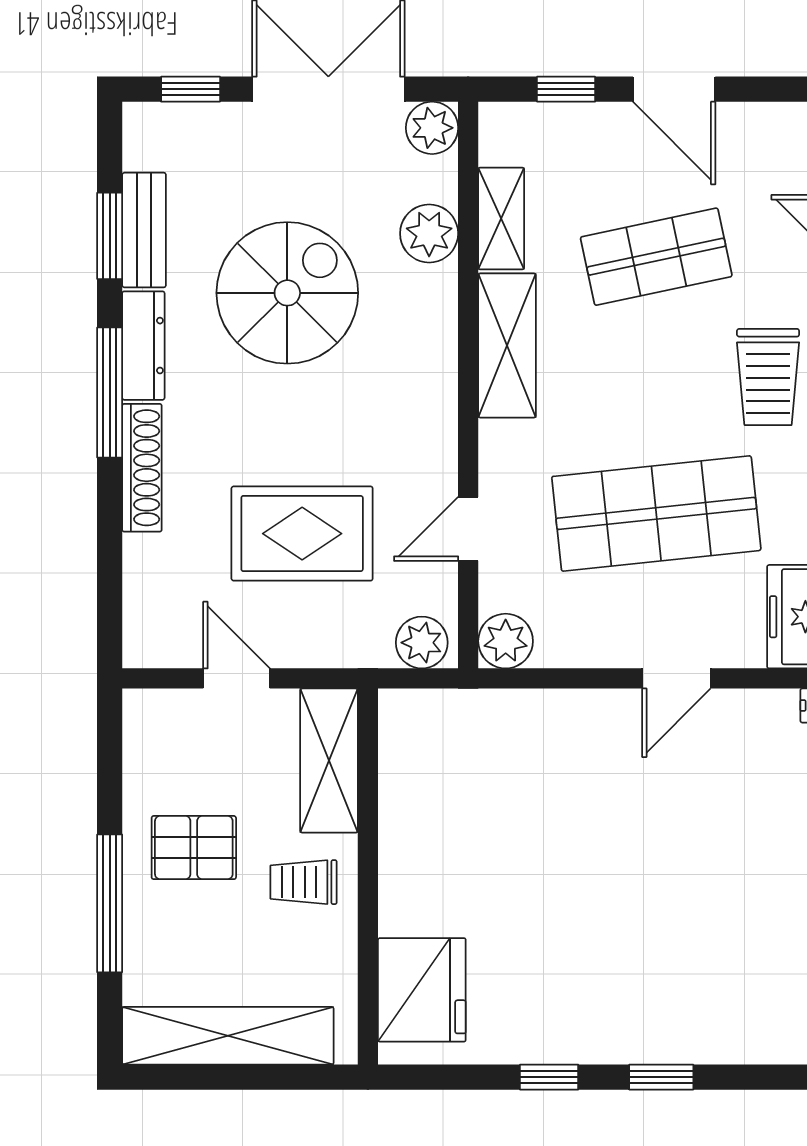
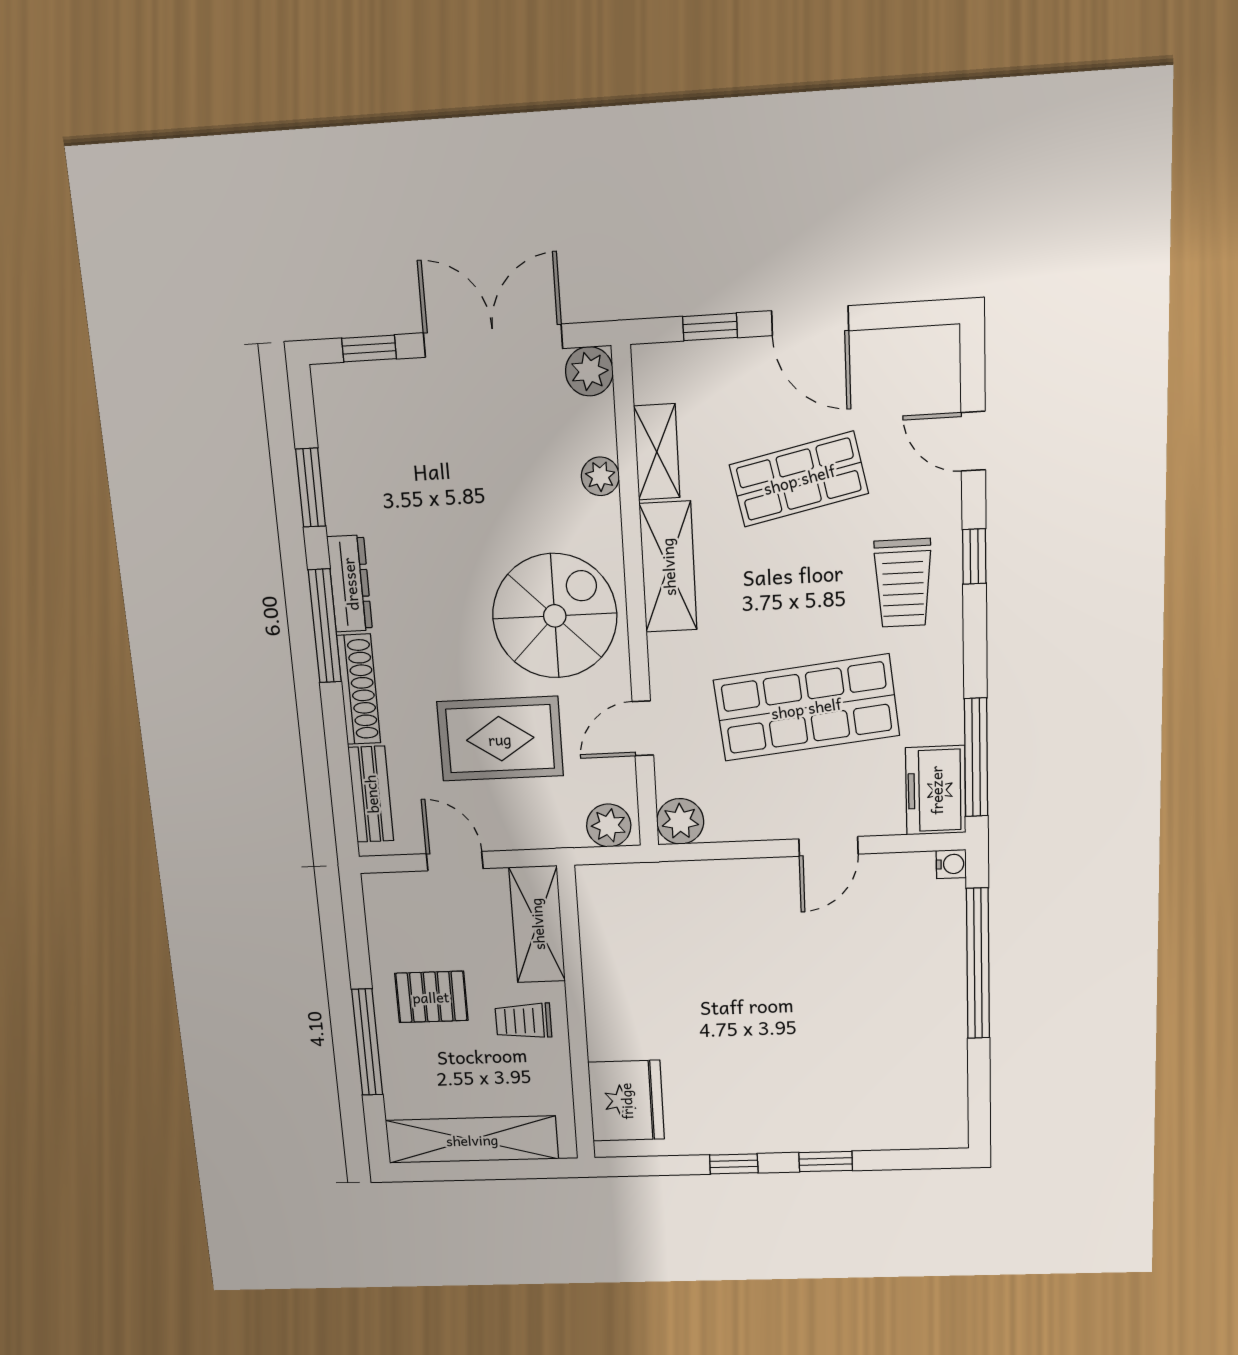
bench: (144, 230) -> (371, 794), moved
plant: (429, 233) -> (600, 476), width x0.73, depth x0.73
spiral stairs: (287, 293) -> (555, 616), moved

